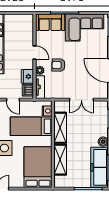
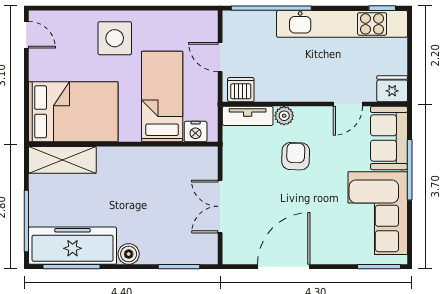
door: (34, 52) -> (348, 104), moved
fridge: (27, 76) -> (392, 89), moved
door: (13, 100) -> (220, 57), hinge flipped
shelving: (60, 128) -> (159, 160), removed
shelving: (60, 160) -> (62, 160), moved

